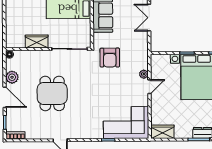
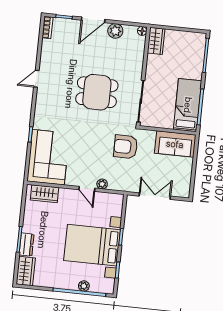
double door: (149, 18) -> (155, 196), moved
wardrobe: (37, 41) -> (156, 41), moved
dining table: (52, 93) -> (97, 92), moved
wardrobe: (162, 132) -> (44, 194), moved, turned 90

